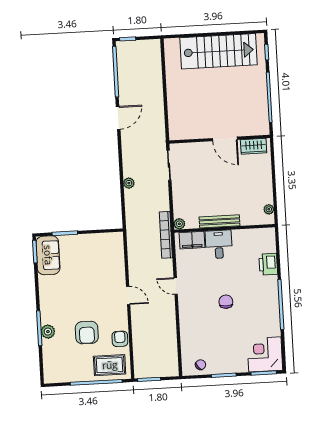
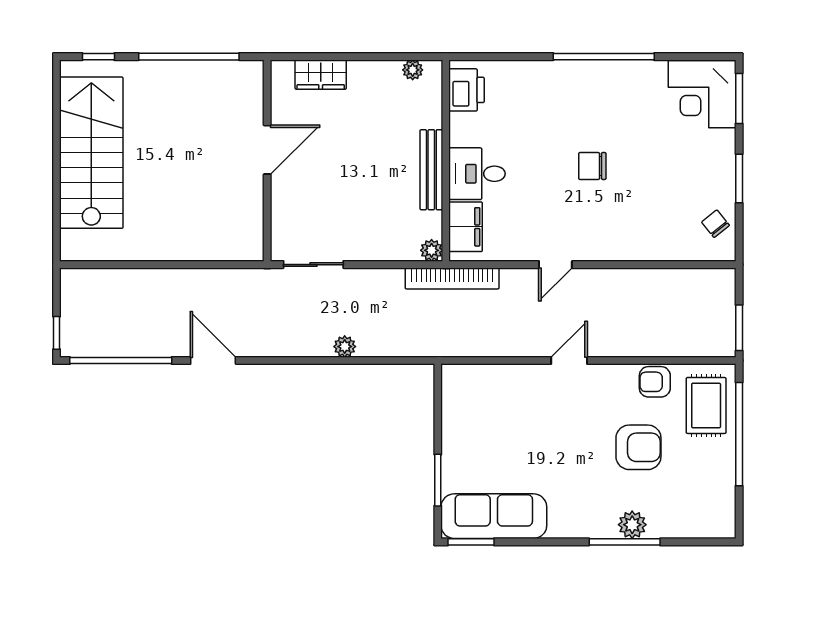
wardrobe: (254, 146) -> (321, 75), moved, turned 90
sofa: (48, 255) -> (494, 516), width x1.36
printer: (268, 264) -> (467, 90), moved, turned -90

